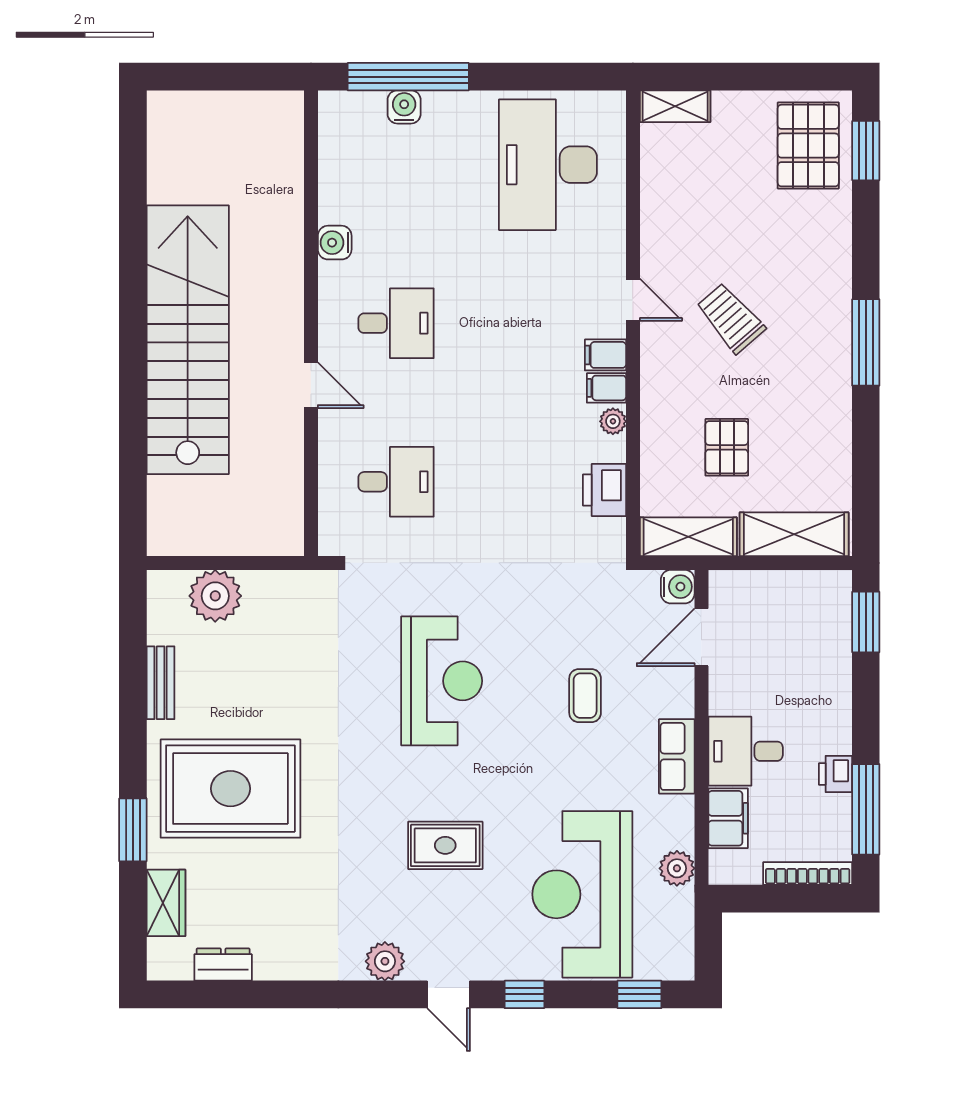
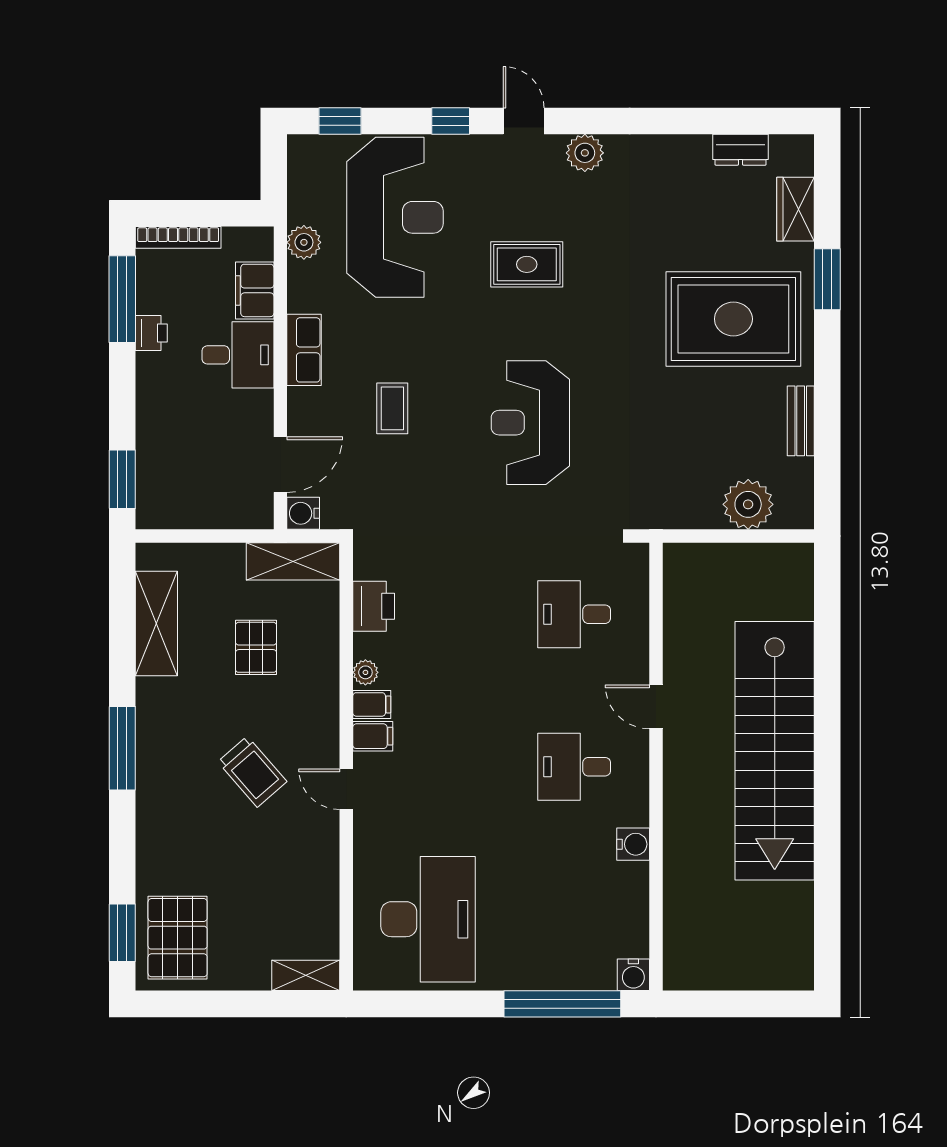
water cooler: (404, 107) -> (633, 975), moved
shelving: (794, 534) -> (156, 624), moved, turned 90

